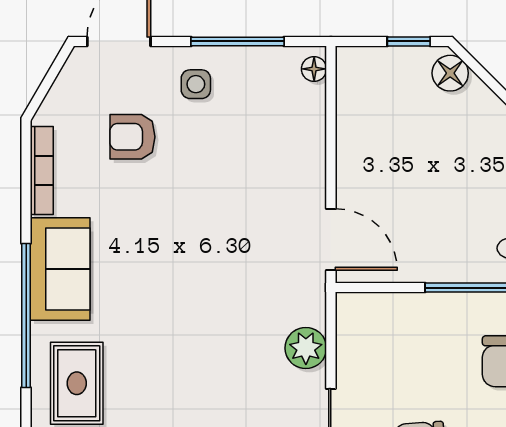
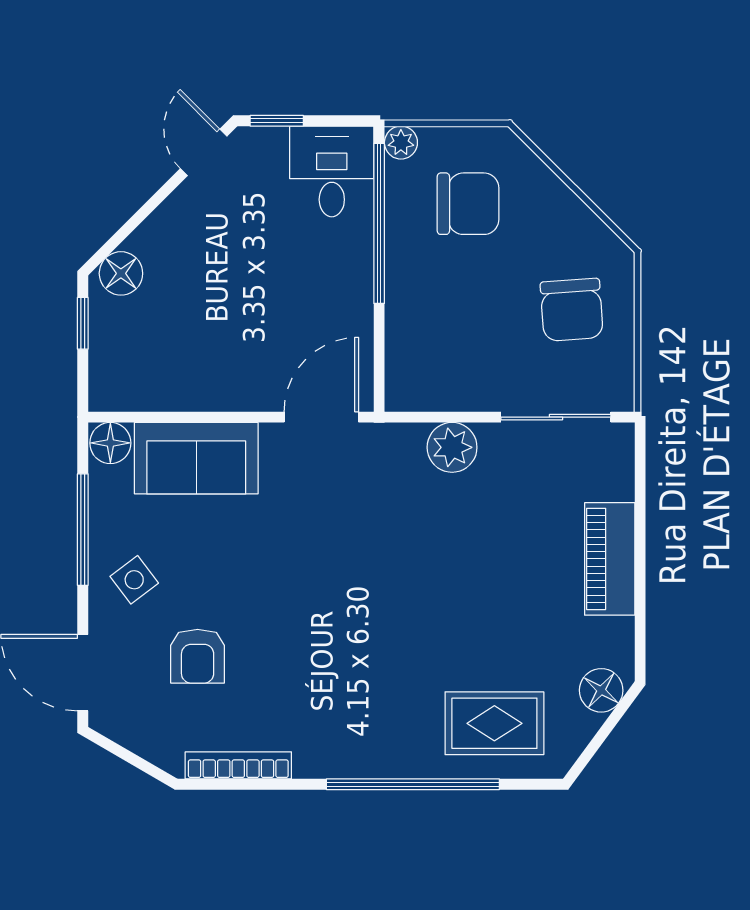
floor lamp: (314, 69) -> (110, 443), width x1.37, depth x1.37
side table: (196, 84) -> (134, 580), turned -37
sofa: (60, 269) -> (196, 458), moved, turned 180

